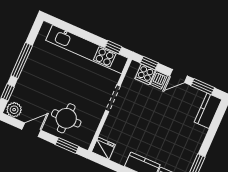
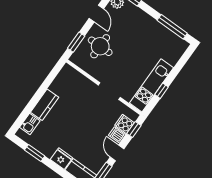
window: (113, 47) -> (161, 91), moved
kitchen unit: (87, 49) -> (151, 85), width x0.73
window: (22, 61) -> (172, 27), moved
fridge: (103, 148) -> (61, 159), moved, turned -90

